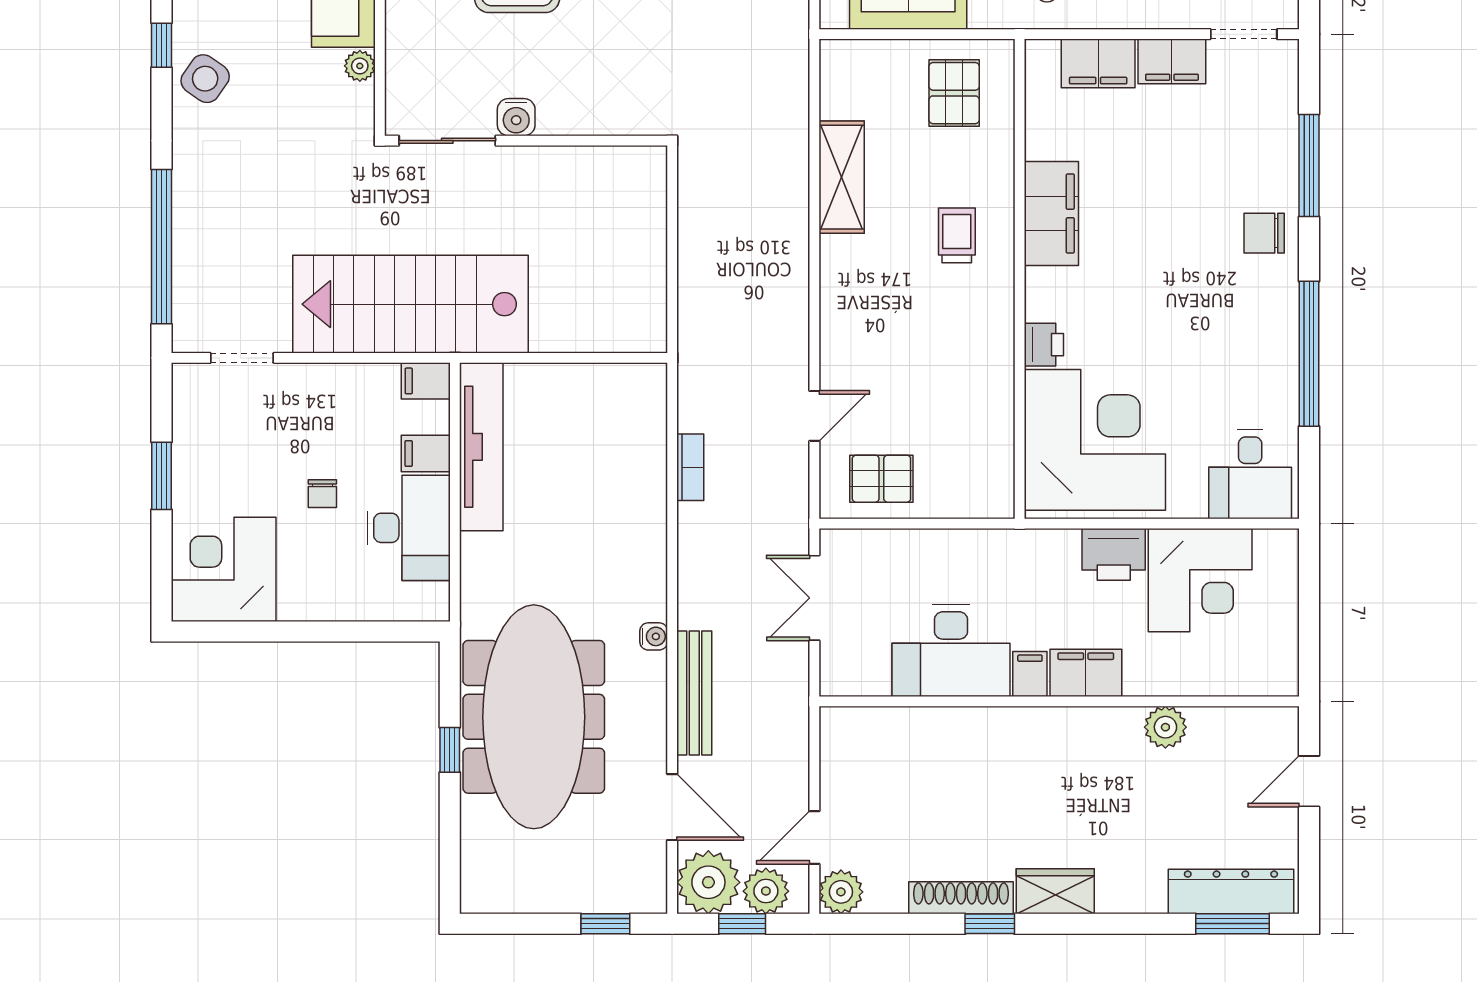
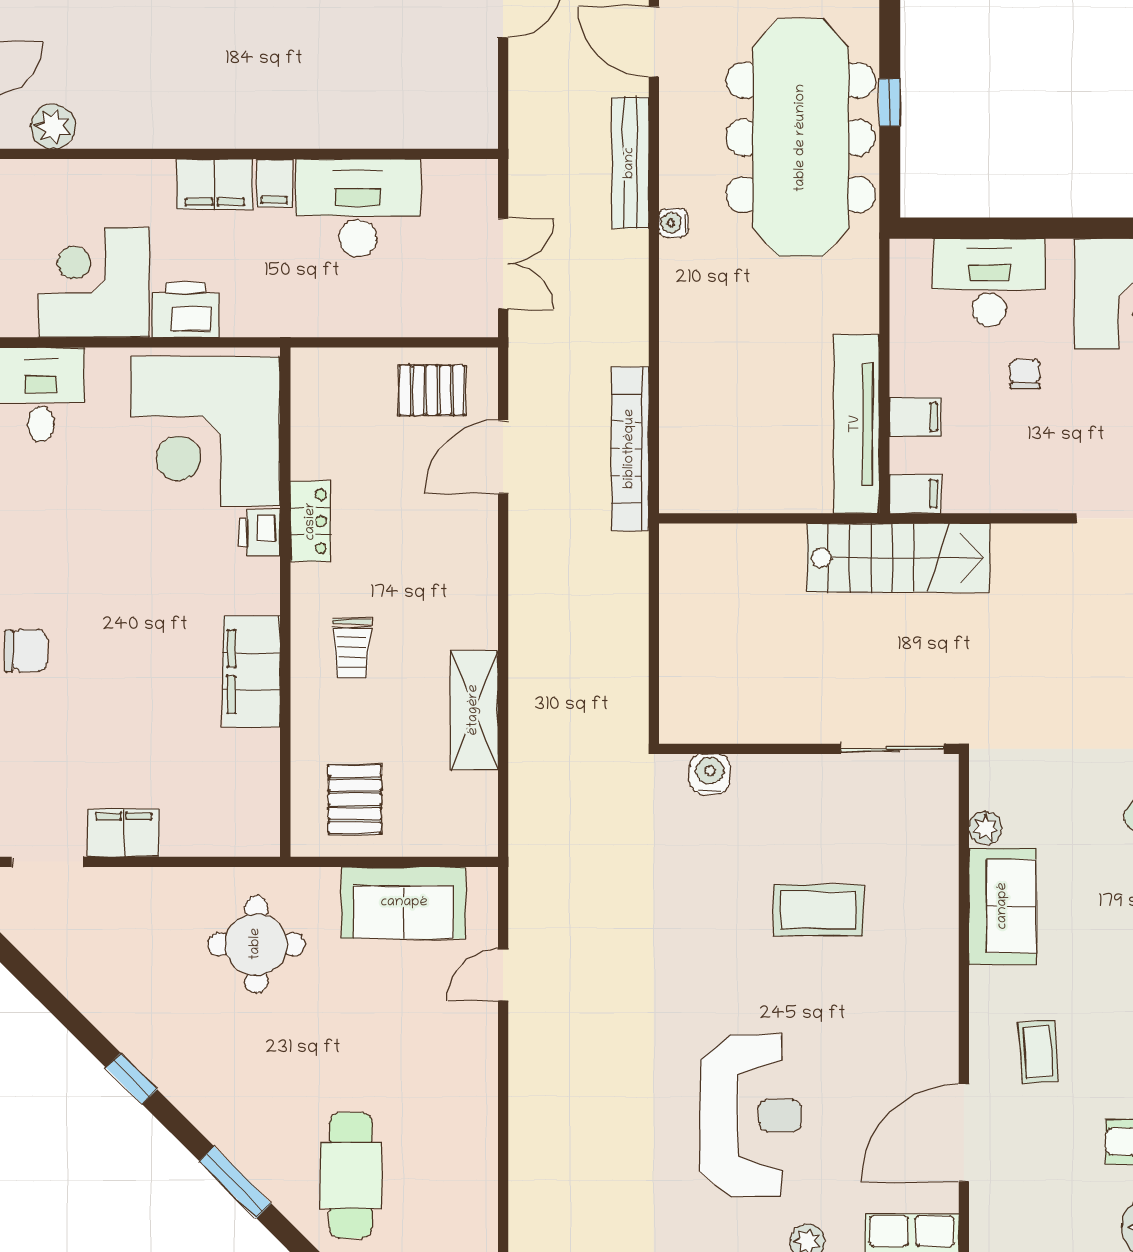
filing cabinet: (1098, 63) -> (202, 831), removed
water cooler: (516, 117) -> (710, 774), moved
stairs: (410, 304) -> (898, 558), width x0.73, depth x0.66
locker: (996, 355) -> (311, 521), added
door: (814, 416) -> (503, 457), width x1.38
bookcase: (690, 467) -> (630, 449), width x2.31, depth x1.31
desk: (409, 528) -> (989, 283), moved, turned 90
plant: (1165, 727) -> (53, 127), moved

